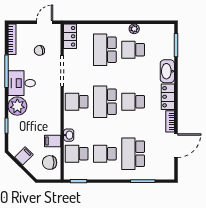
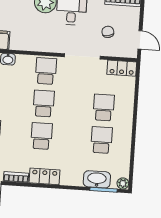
plant: (134, 29) -> (123, 183), moved
school desk: (105, 50) -> (104, 107), width x0.54
washbasin: (167, 71) -> (97, 179), moved
school desk: (105, 102) -> (44, 103), width x0.54

